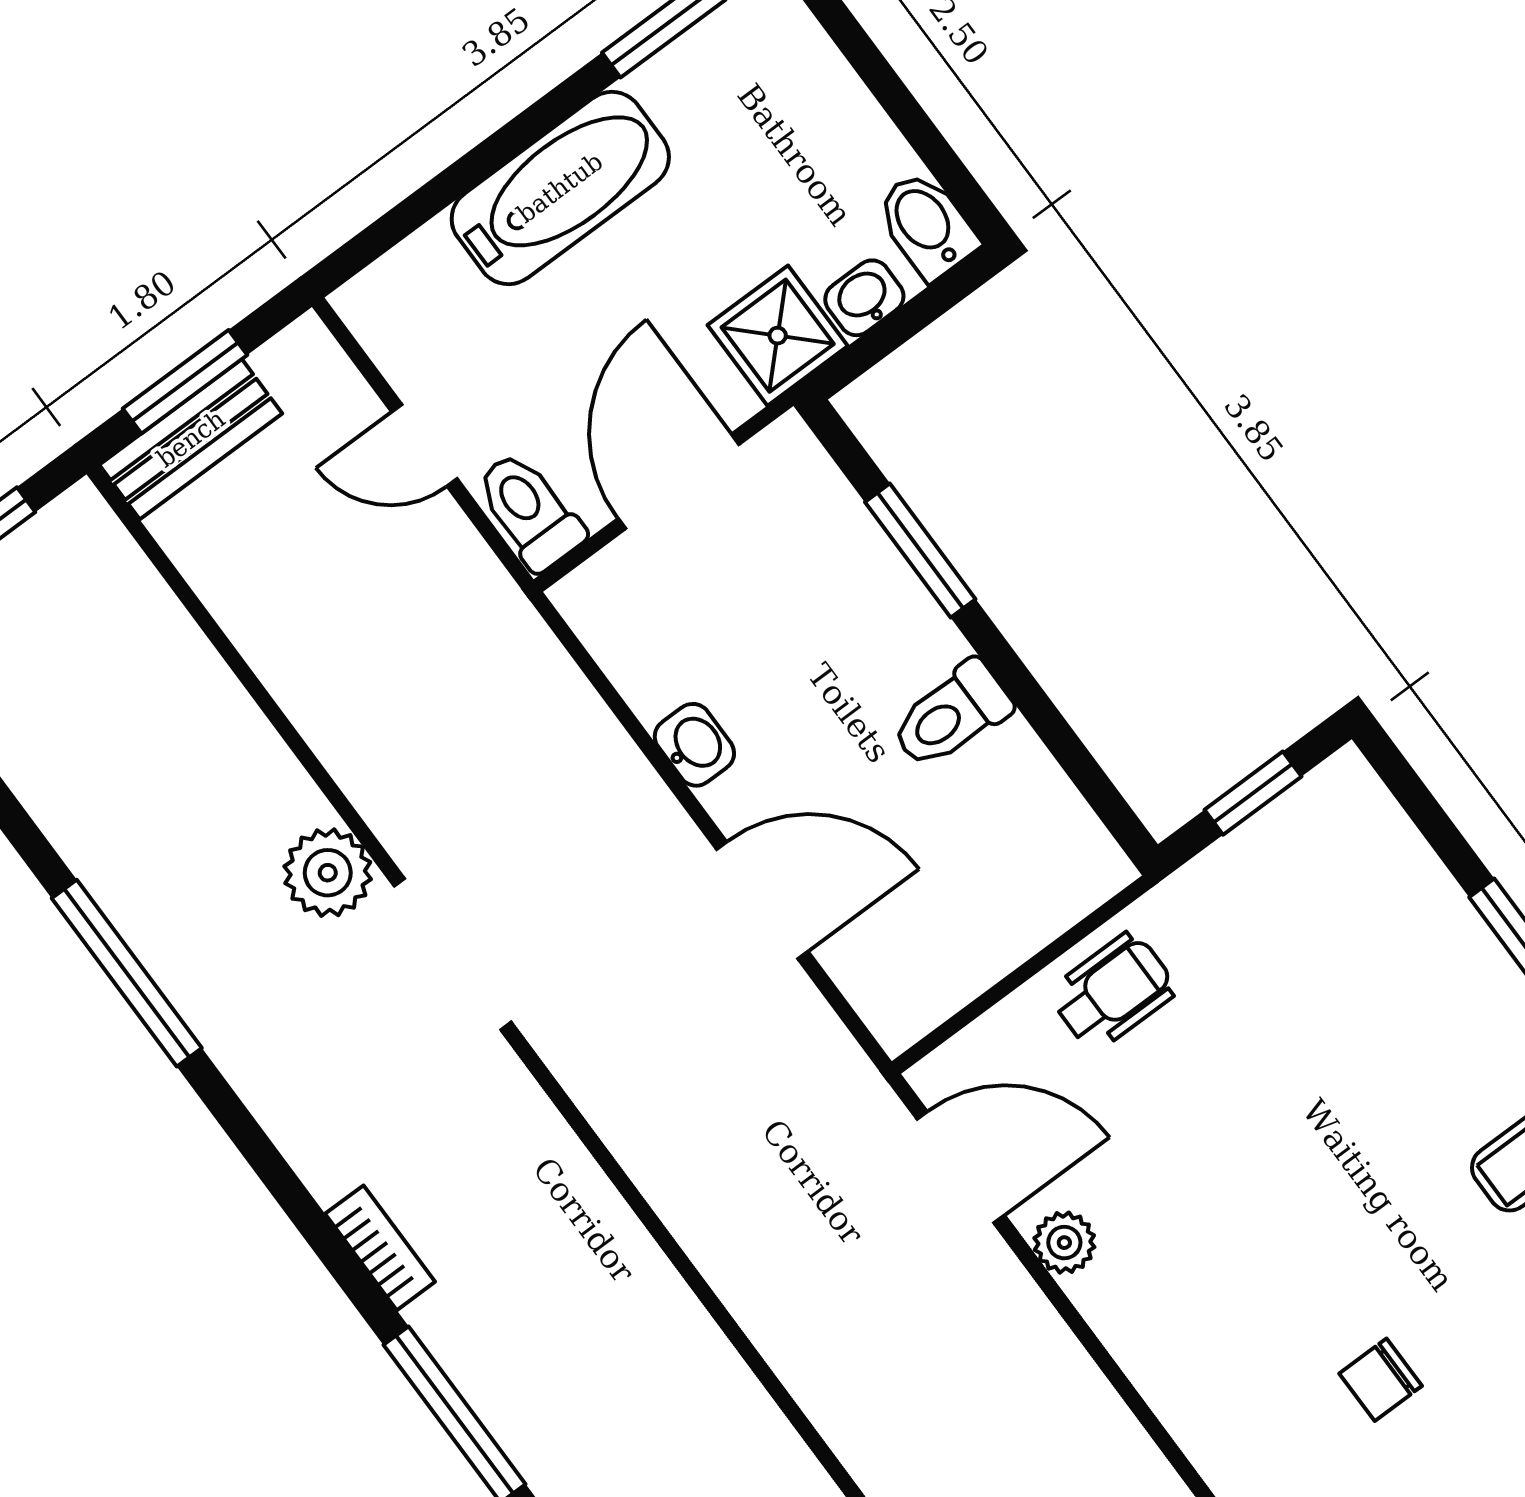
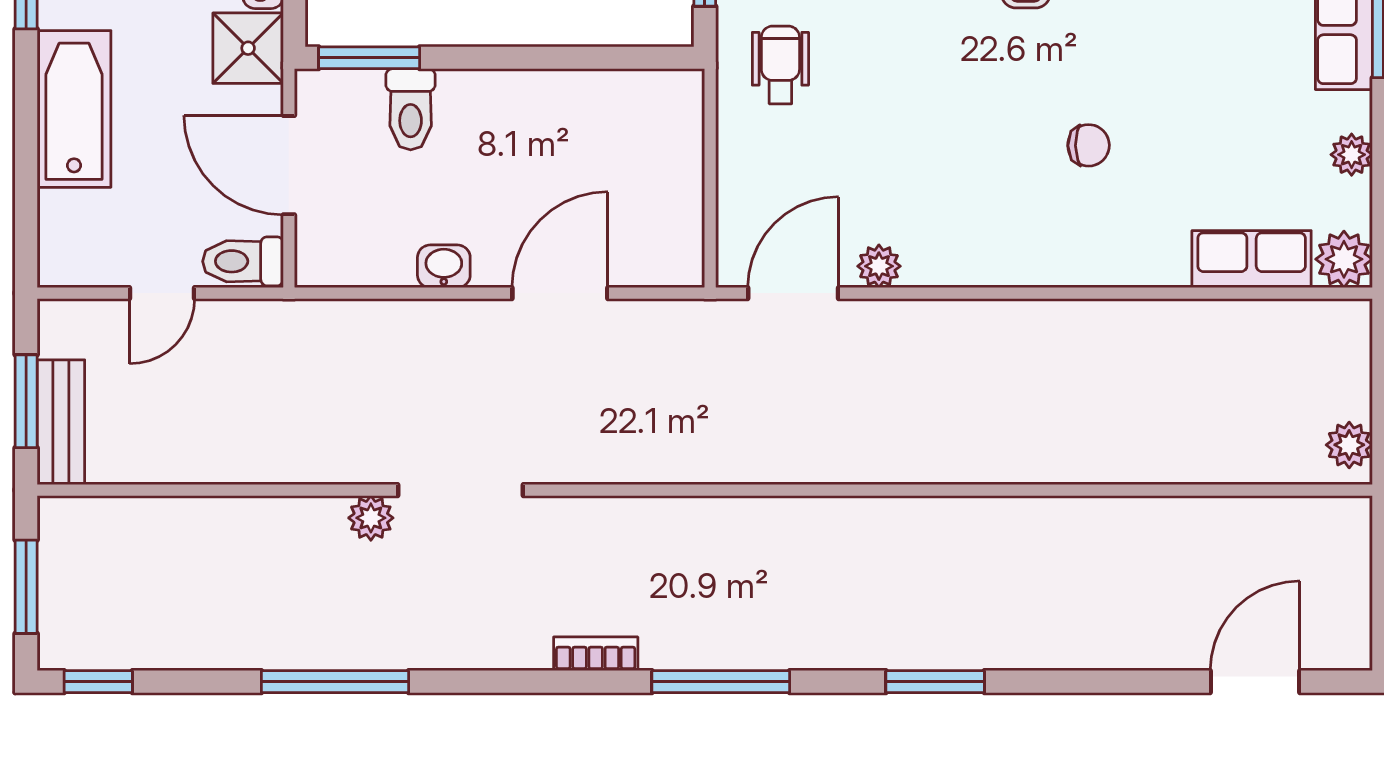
window: (920, 551) -> (369, 58), moved
toilet: (951, 715) -> (411, 109), moved
plant: (328, 873) -> (371, 518), width x0.73, depth x0.73
wheelchair: (1113, 991) -> (780, 65), moved
chair: (1381, 1380) -> (1089, 145), turned -91

